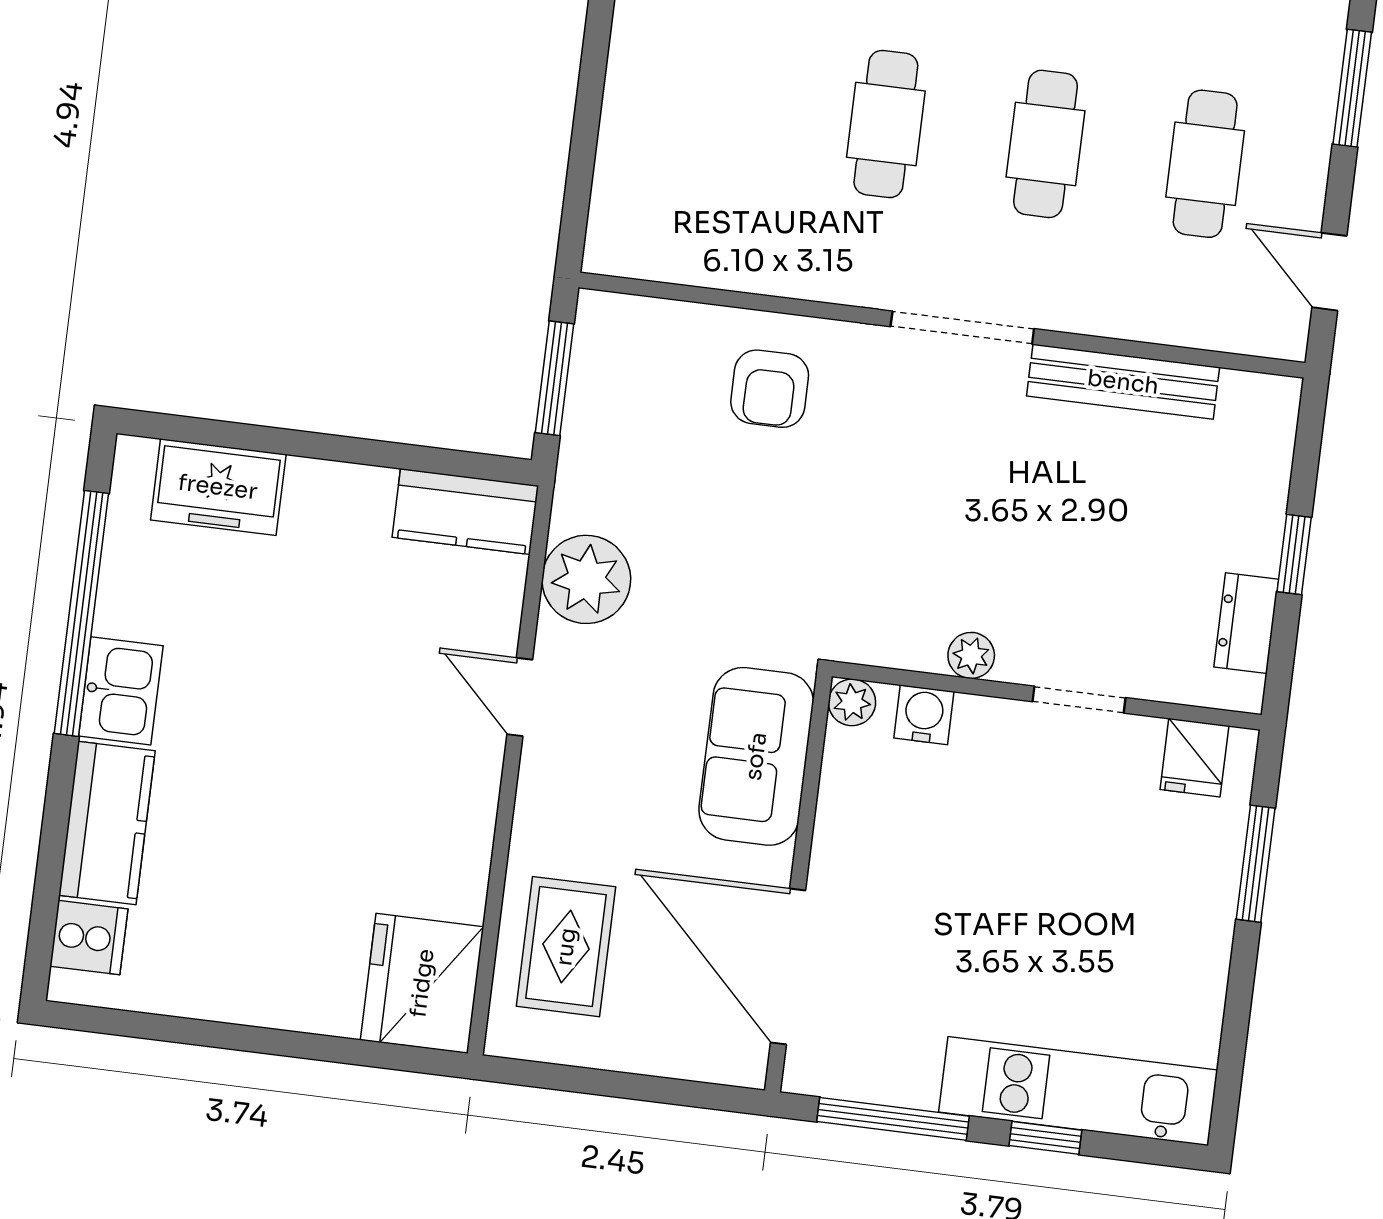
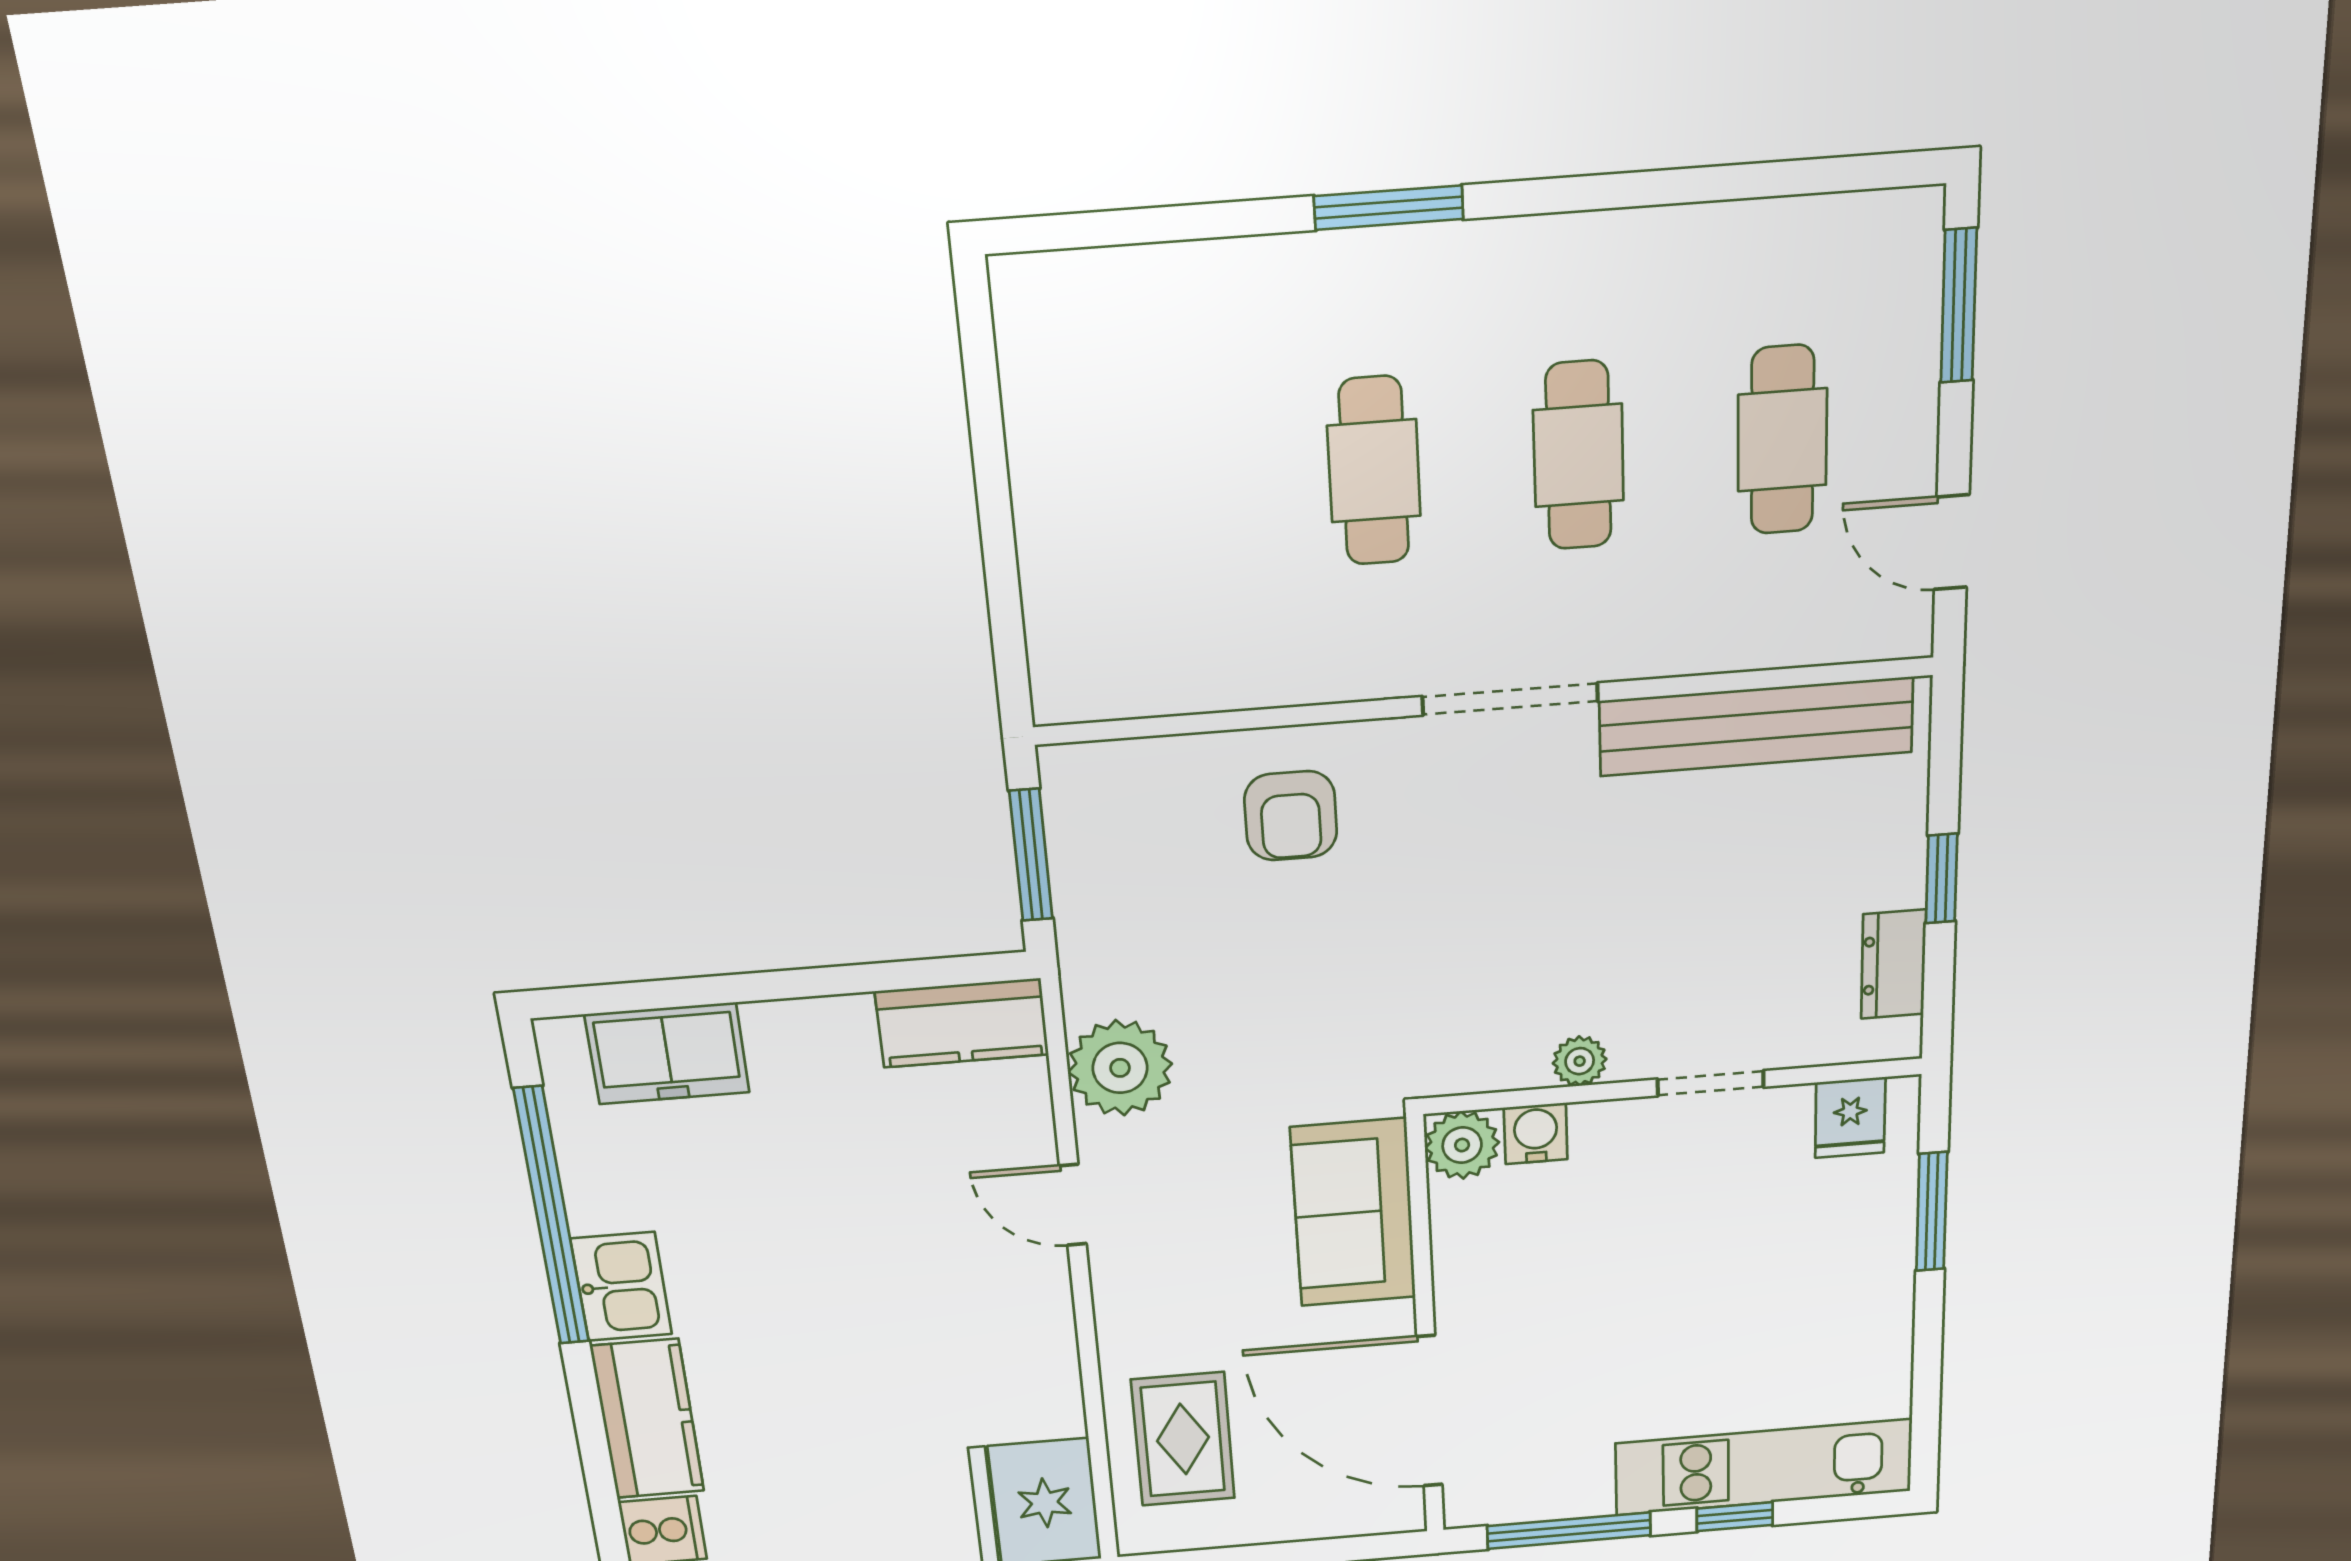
bench: (1123, 382) -> (1756, 727), width x1.37, depth x1.21
plant: (852, 702) -> (1462, 1145), width x1.38, depth x1.38

